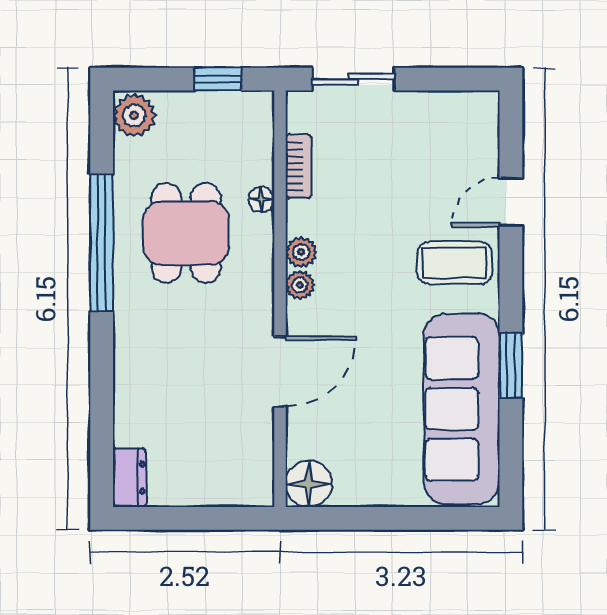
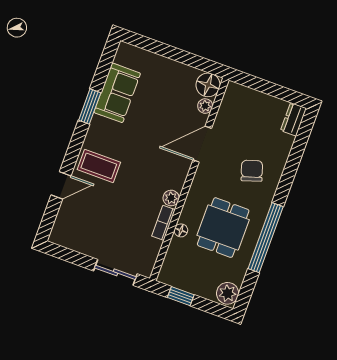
bookcase: (298, 166) -> (163, 223), moved
plant: (300, 285) -> (205, 106), moved
chair: (171, 356) -> (252, 171), added
sofa: (462, 409) -> (117, 93), width x0.54, depth x0.79

